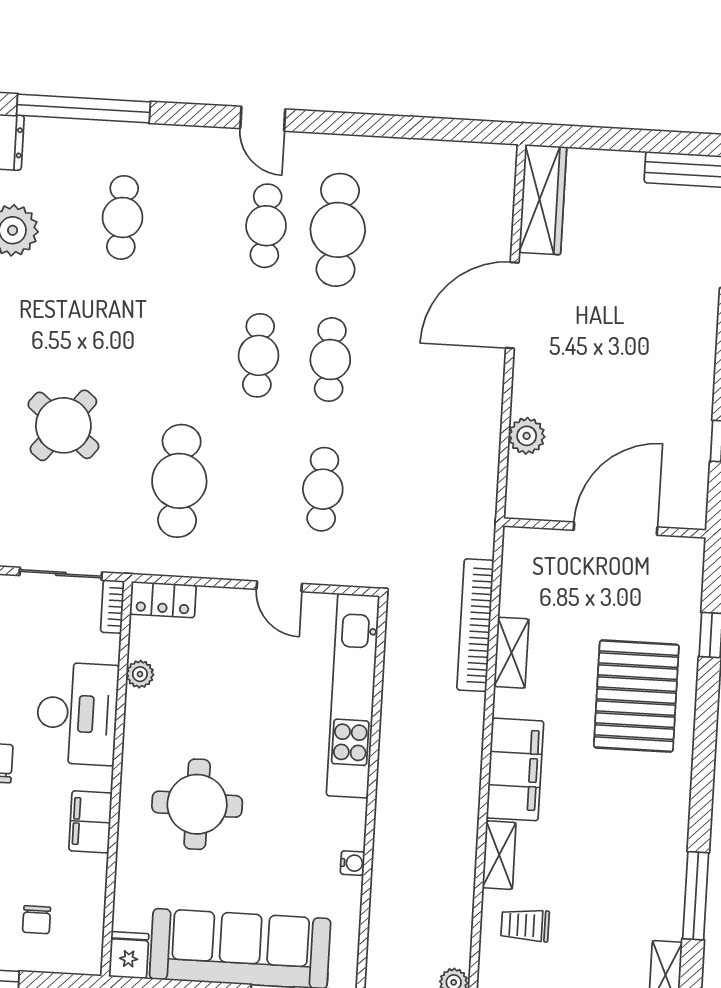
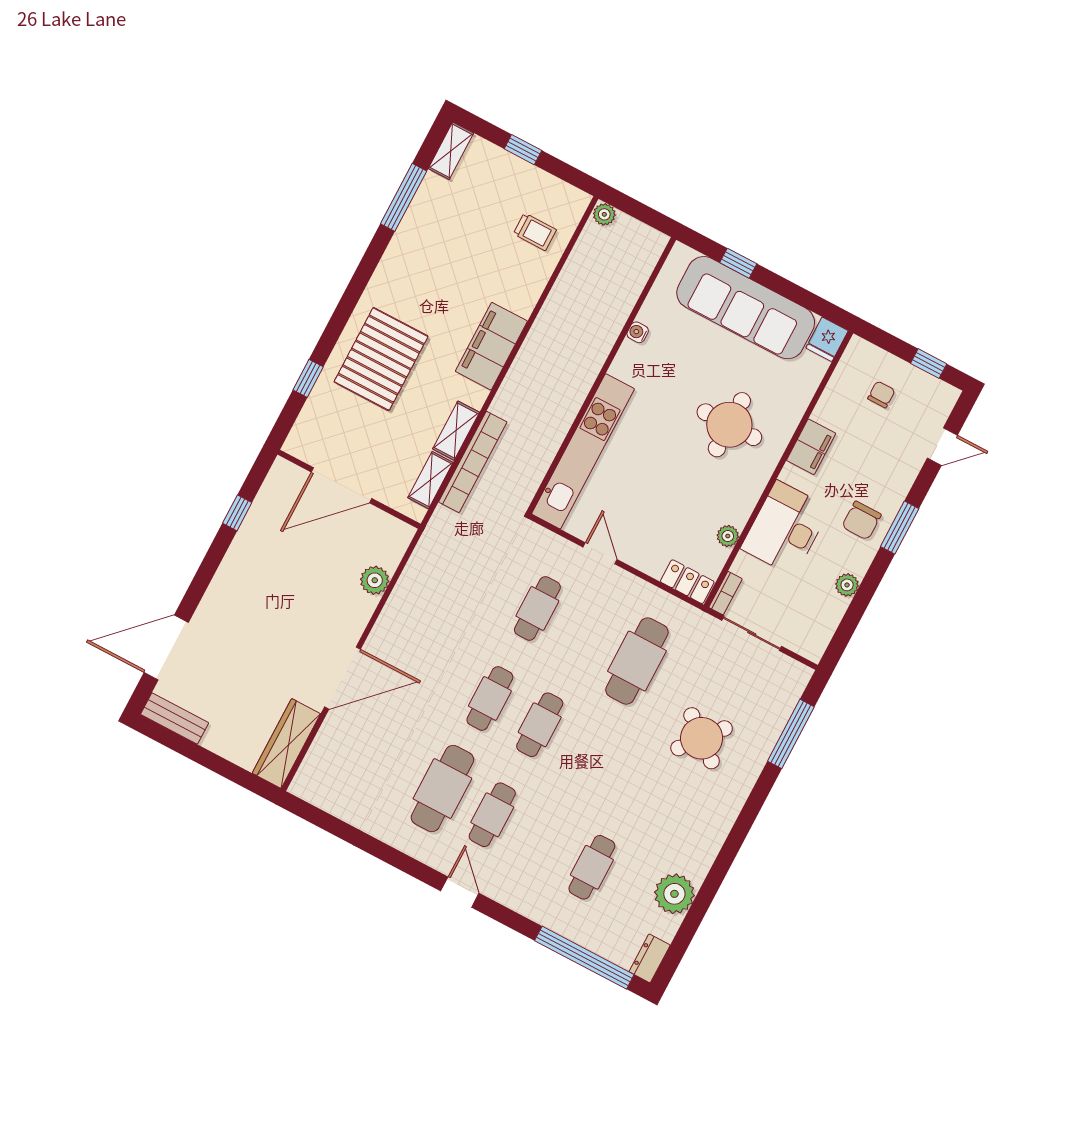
shelving: (499, 855) -> (430, 480), moved

